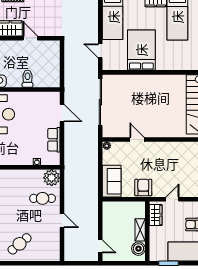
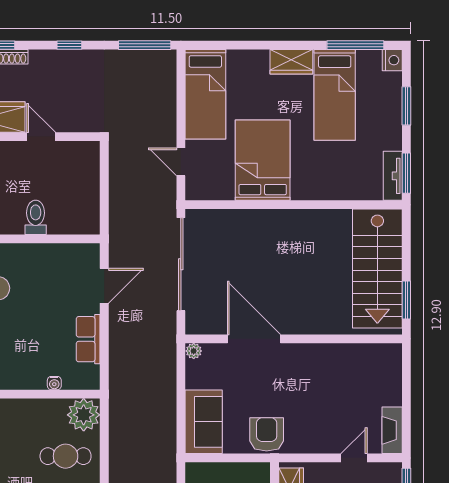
door: (62, 113) -> (104, 286), hinge flipped
door: (137, 140) -> (254, 339), width x1.87
door: (172, 199) -> (354, 458), moved

